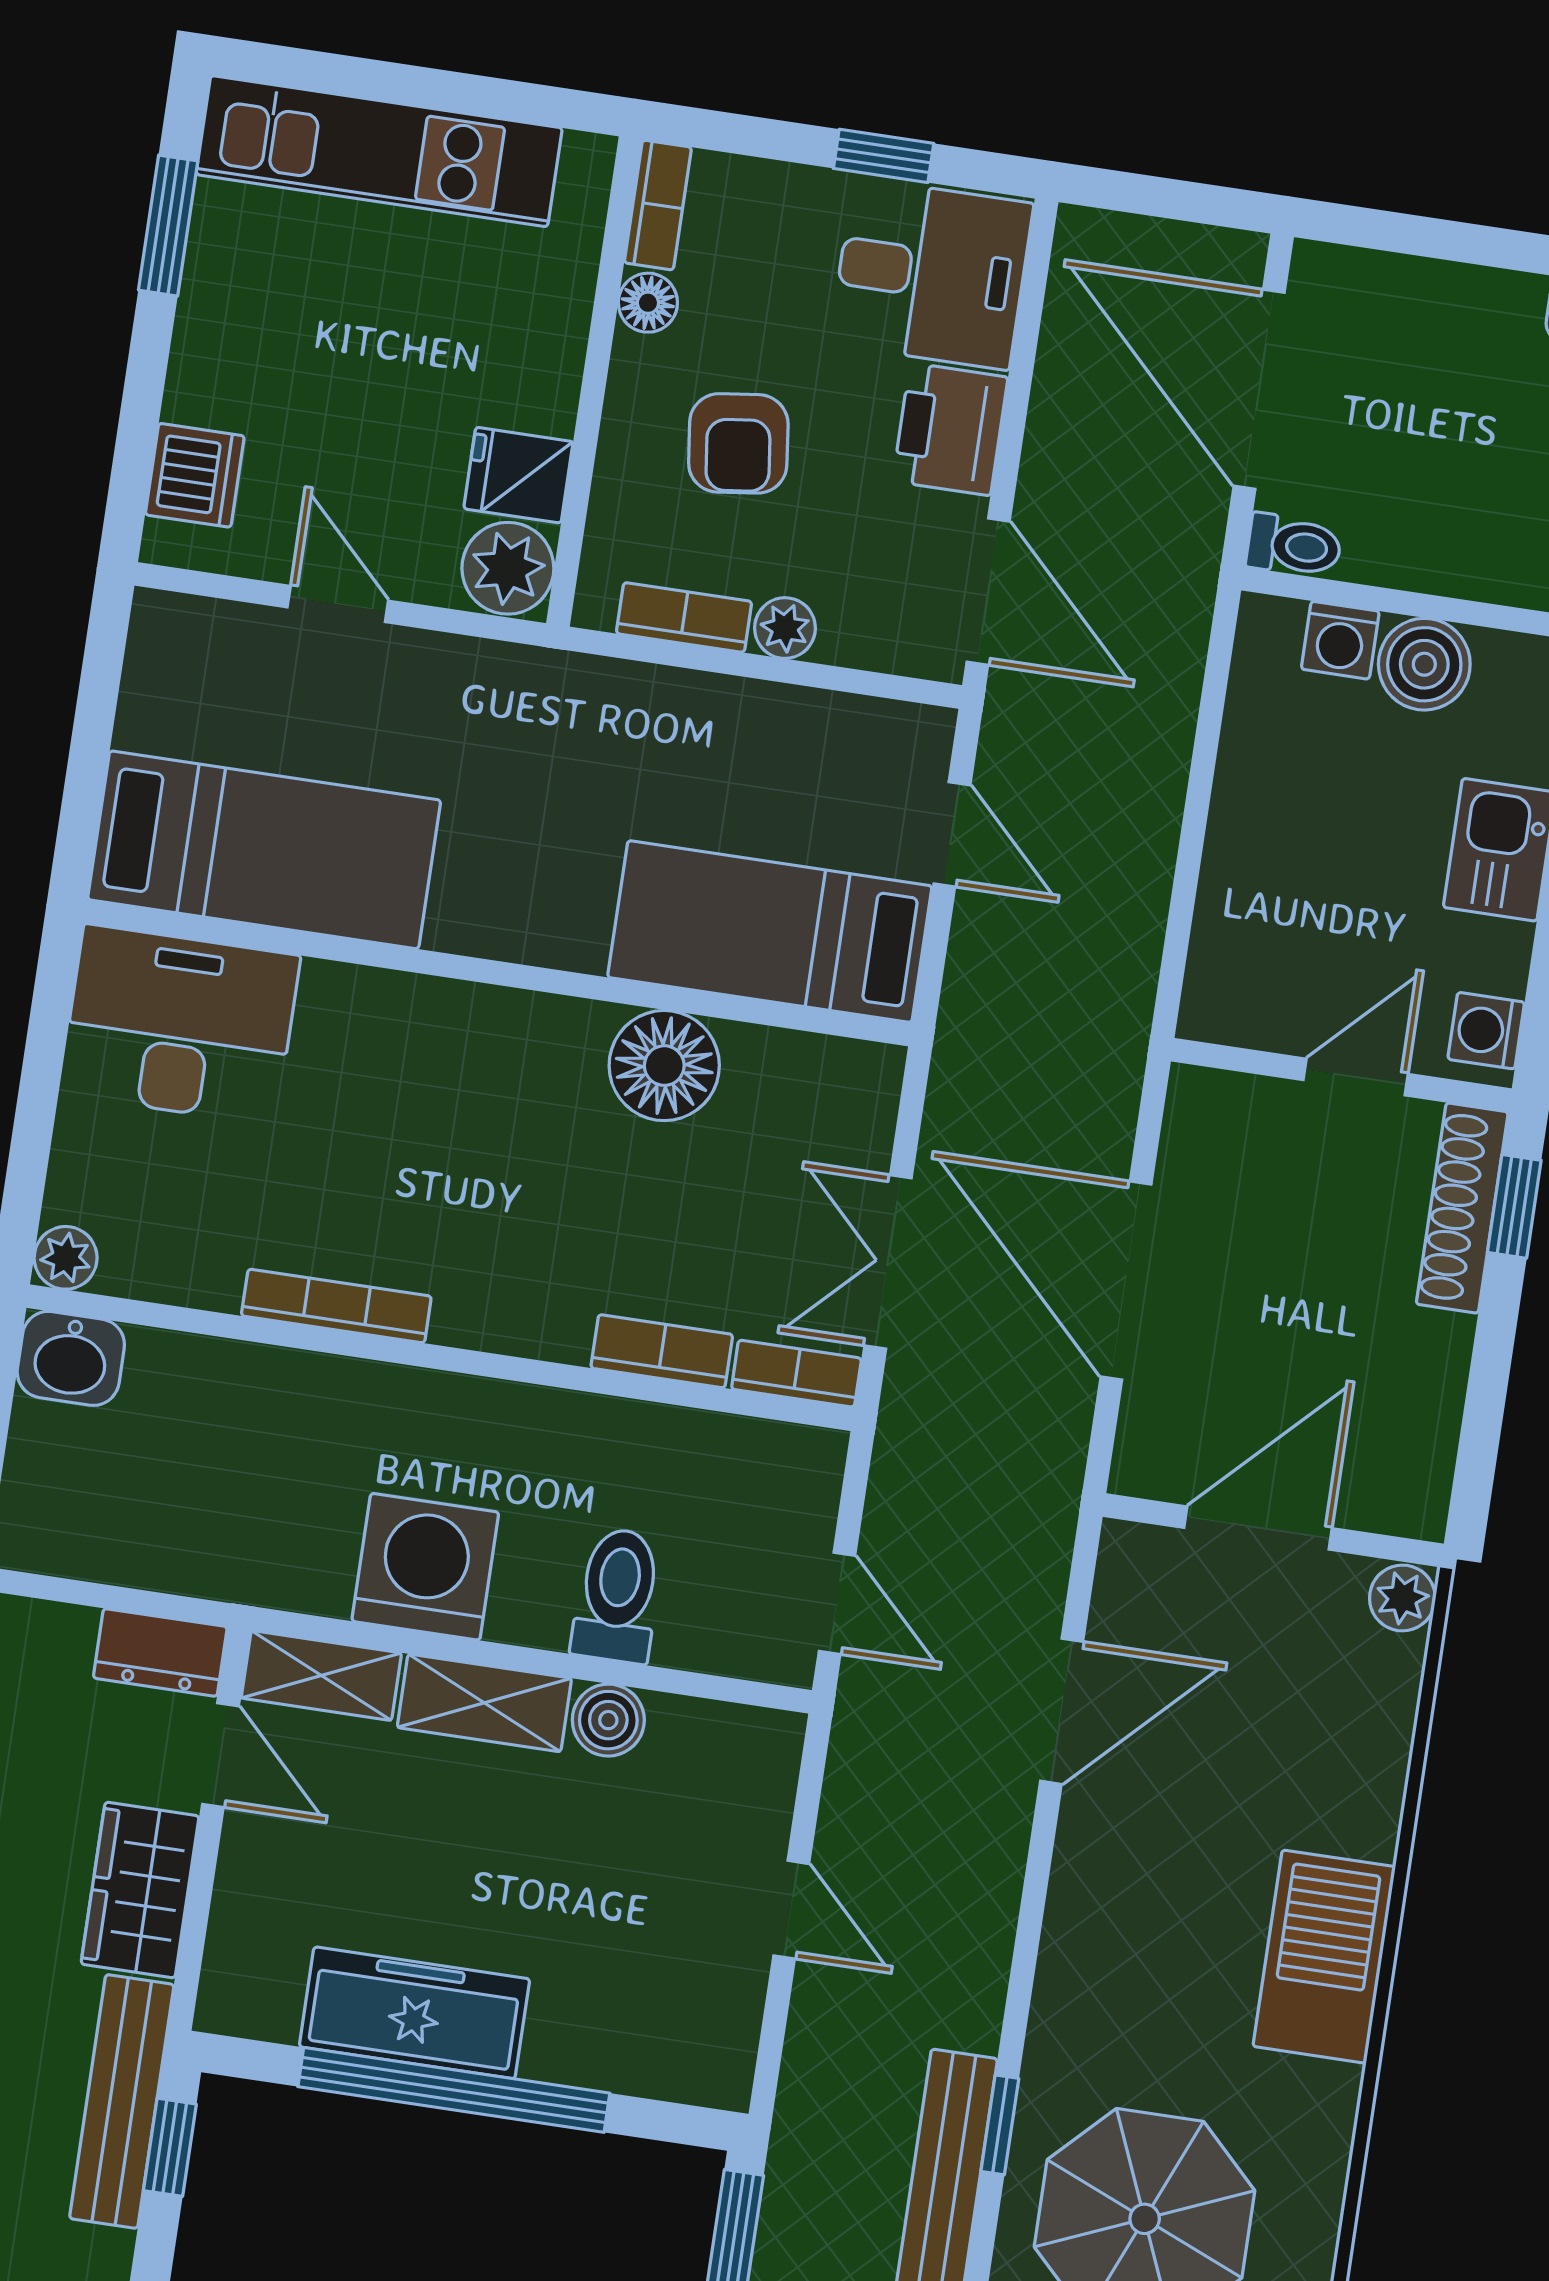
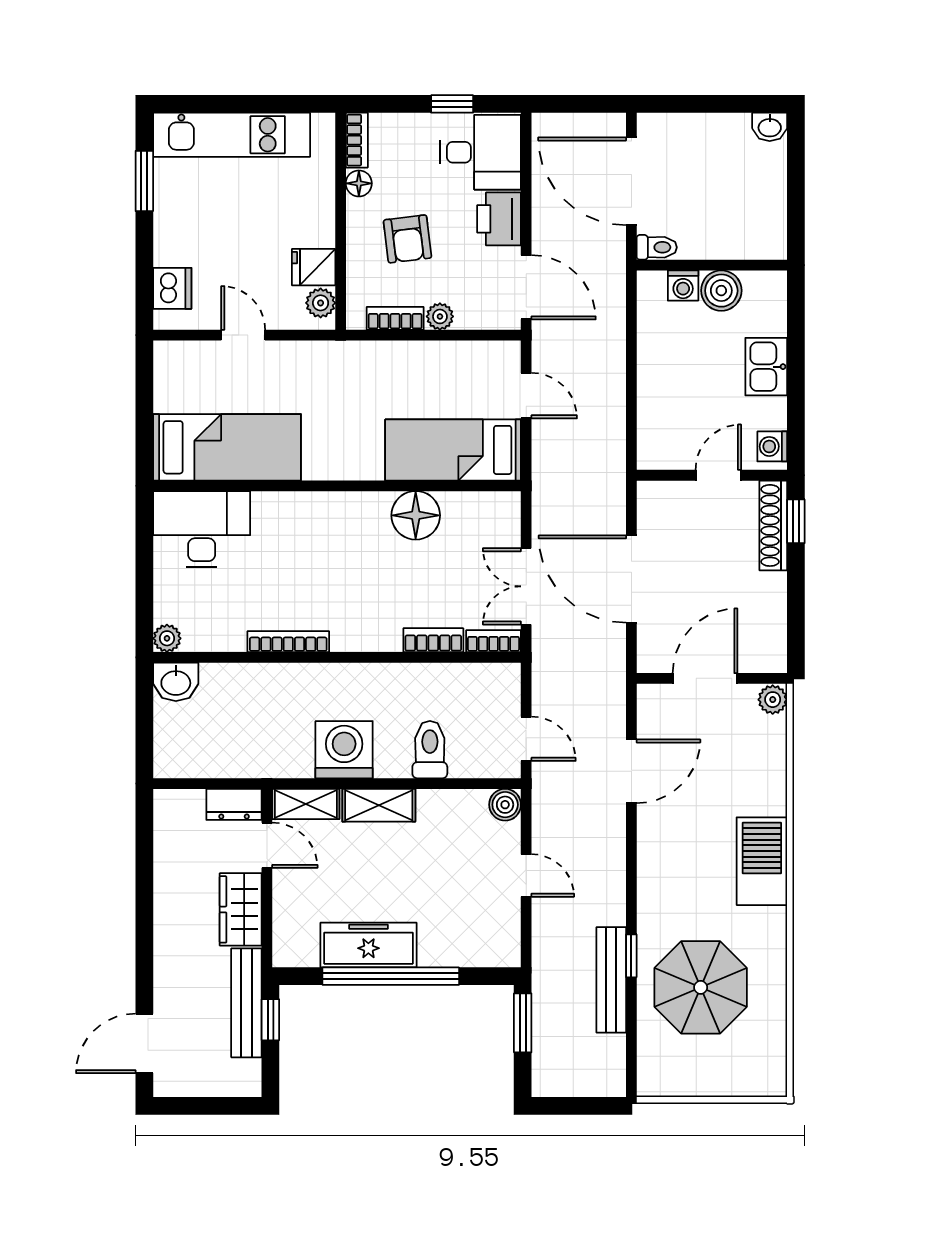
plant: (508, 568) -> (321, 303), width x0.73, depth x0.73
boiler: (608, 1720) -> (505, 805), moved

